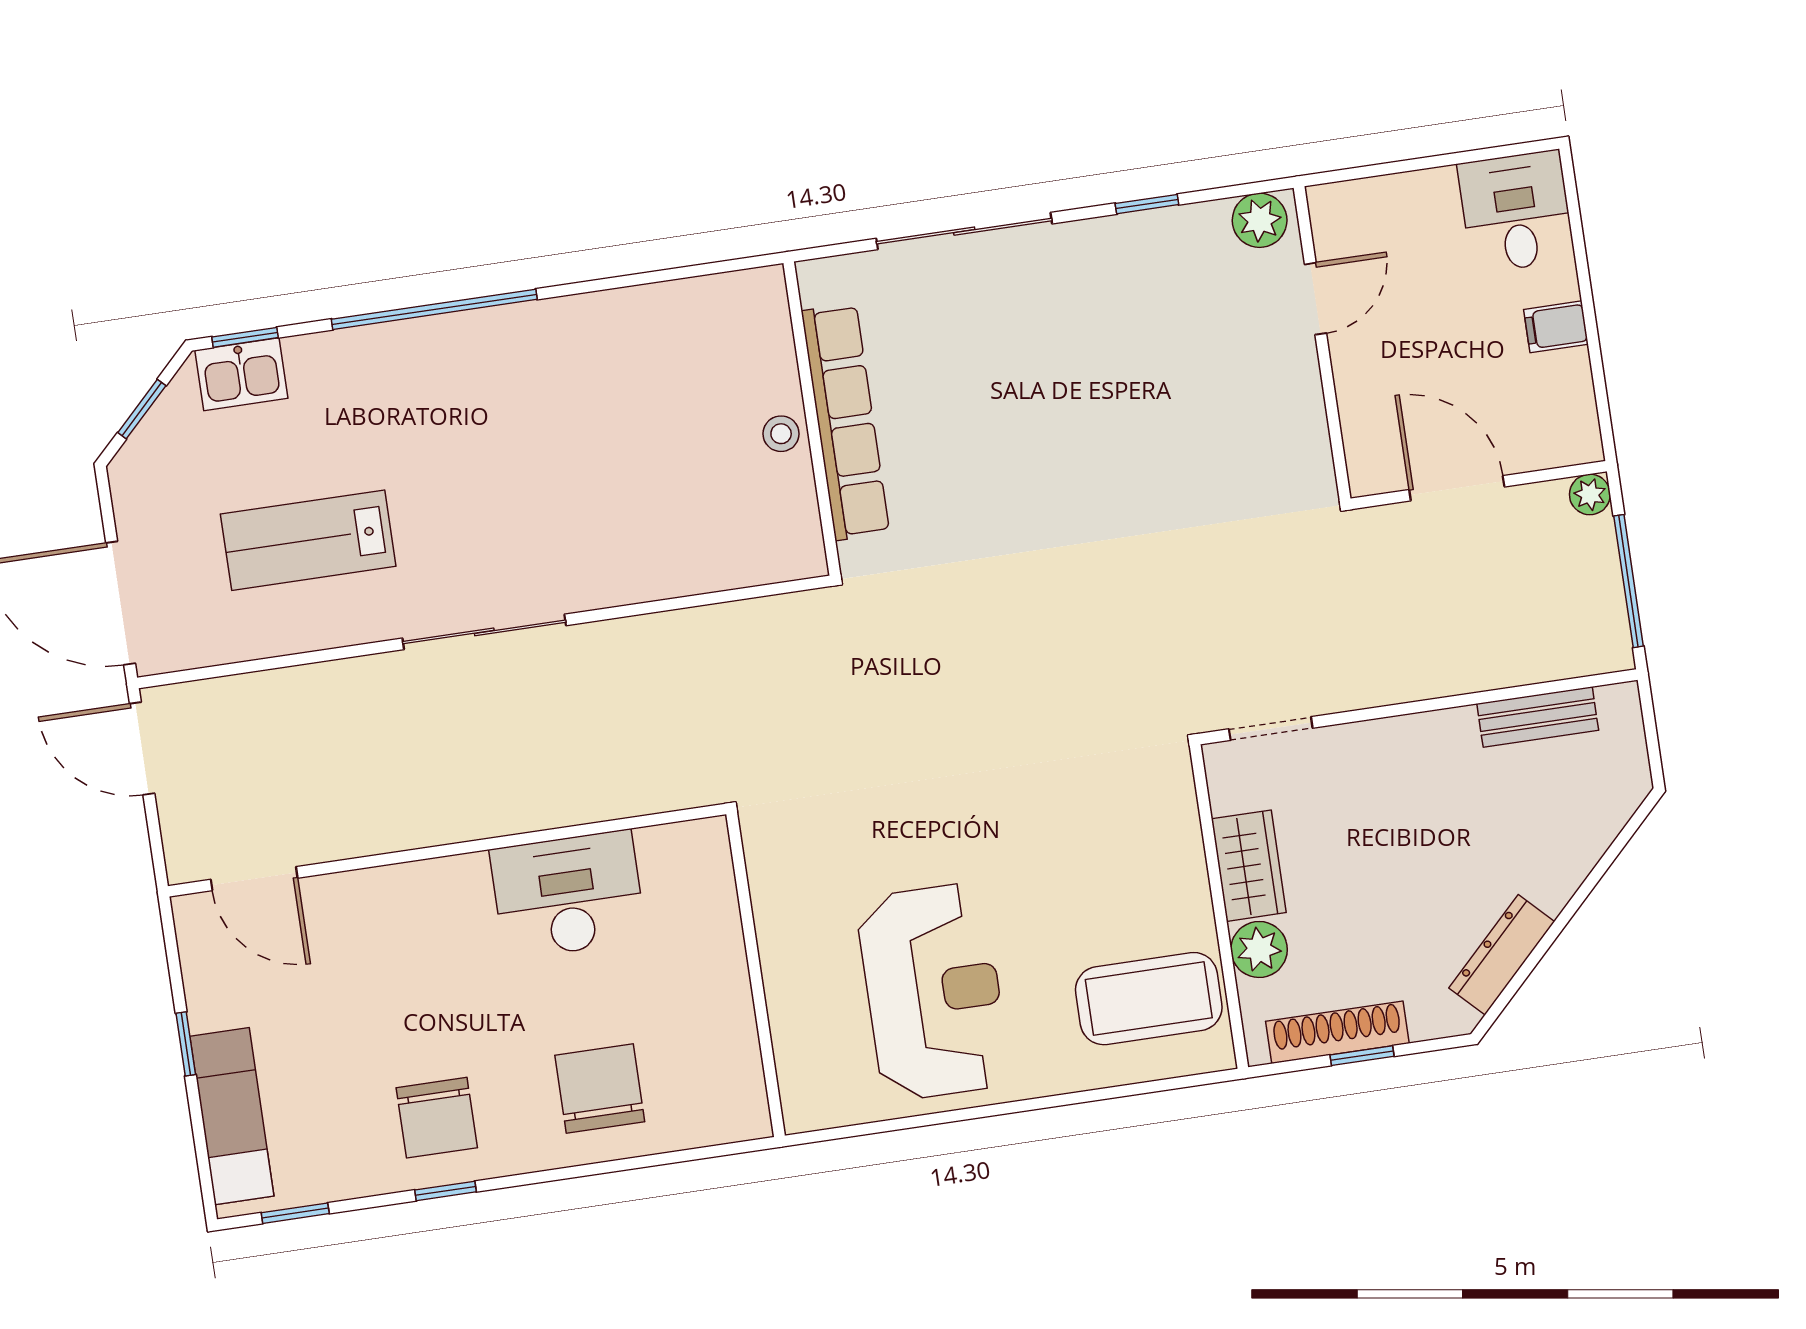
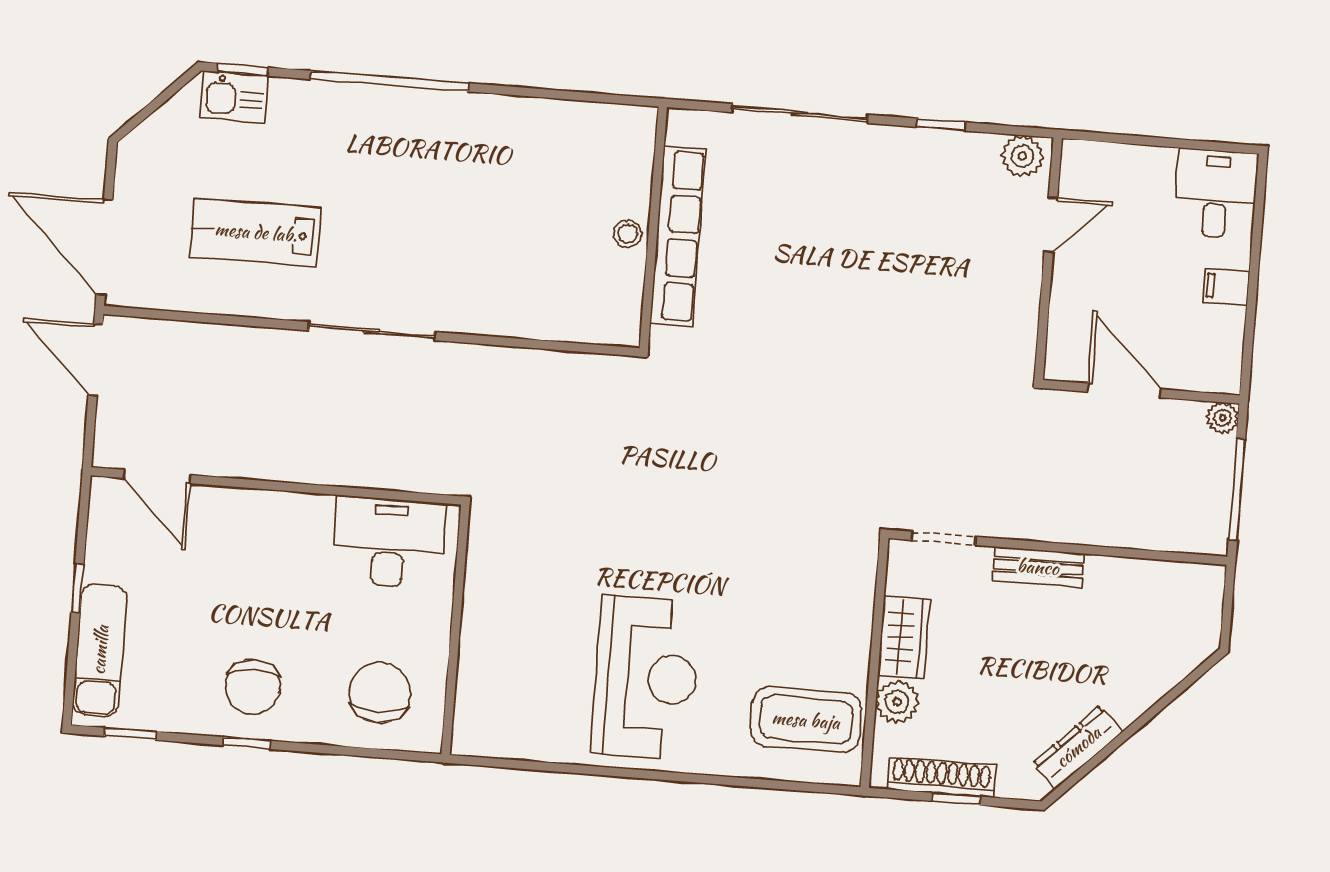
window: (142, 409) -> (153, 106), removed
bench: (1538, 717) -> (1038, 567), moved
wall: (756, 975) -> (455, 630), moved

